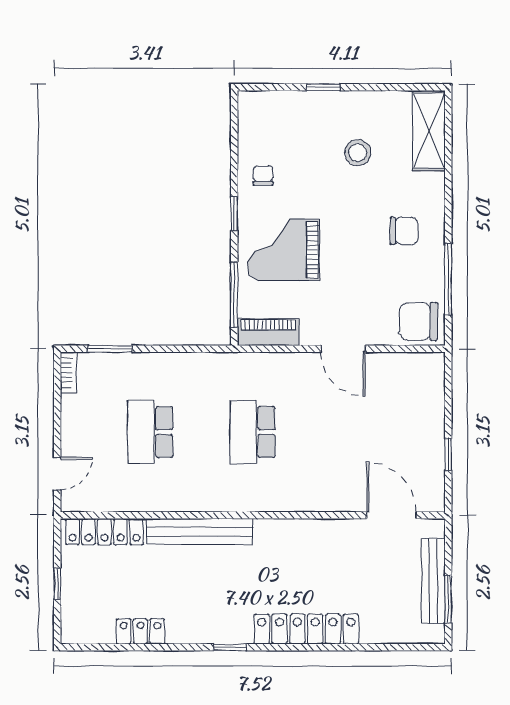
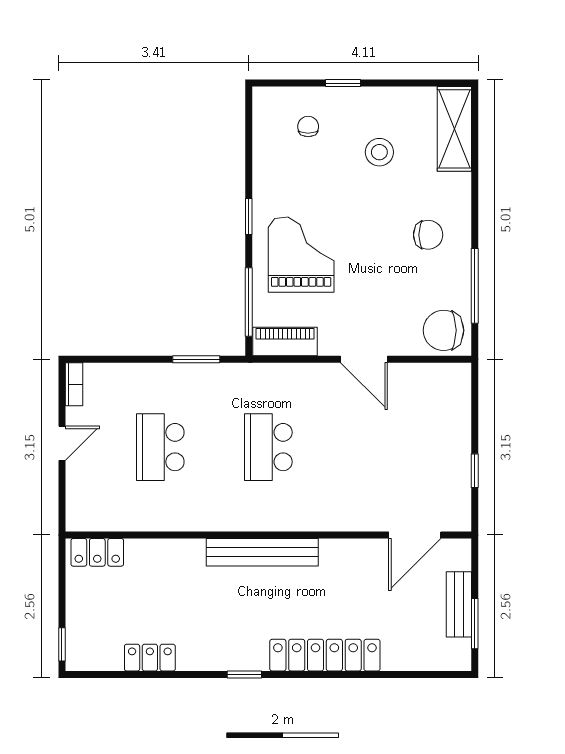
chair: (263, 175) -> (308, 126), moved
grand piano: (284, 250) -> (301, 255), turned 90
window: (110, 349) -> (196, 359), moved
door: (57, 474) -> (62, 443), moved
door: (391, 515) -> (415, 535), swing flipped
locker: (104, 532) -> (97, 552), width x0.66
bench: (200, 532) -> (262, 552), moved
bench: (433, 581) -> (459, 604), width x0.73
window: (57, 584) -> (62, 644), moved

